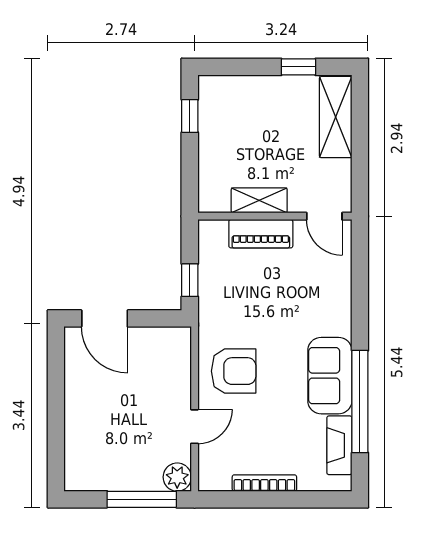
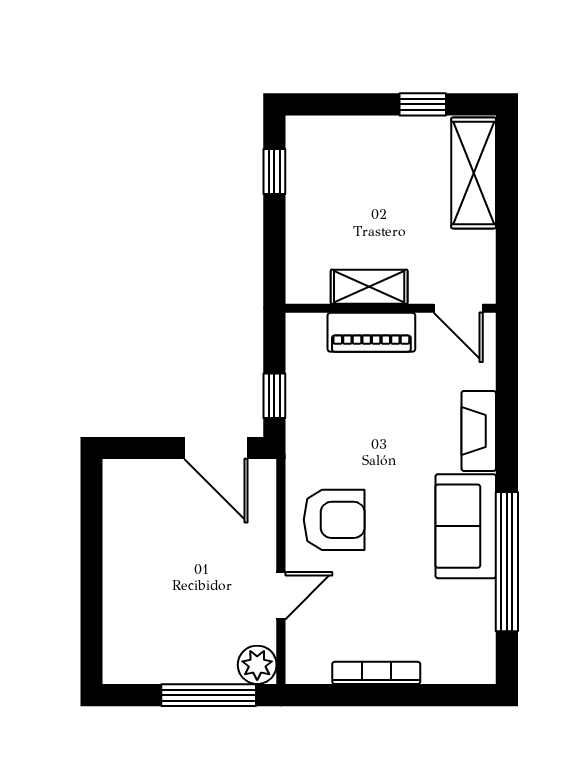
door: (105, 318) -> (216, 448), moved
fireplace: (339, 445) -> (479, 431), moved

